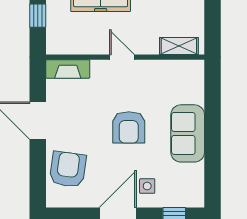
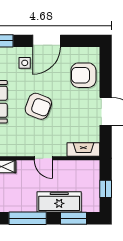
armchair: (129, 127) -> (38, 106), turned 111
armchair: (68, 169) -> (83, 75), turned 82

